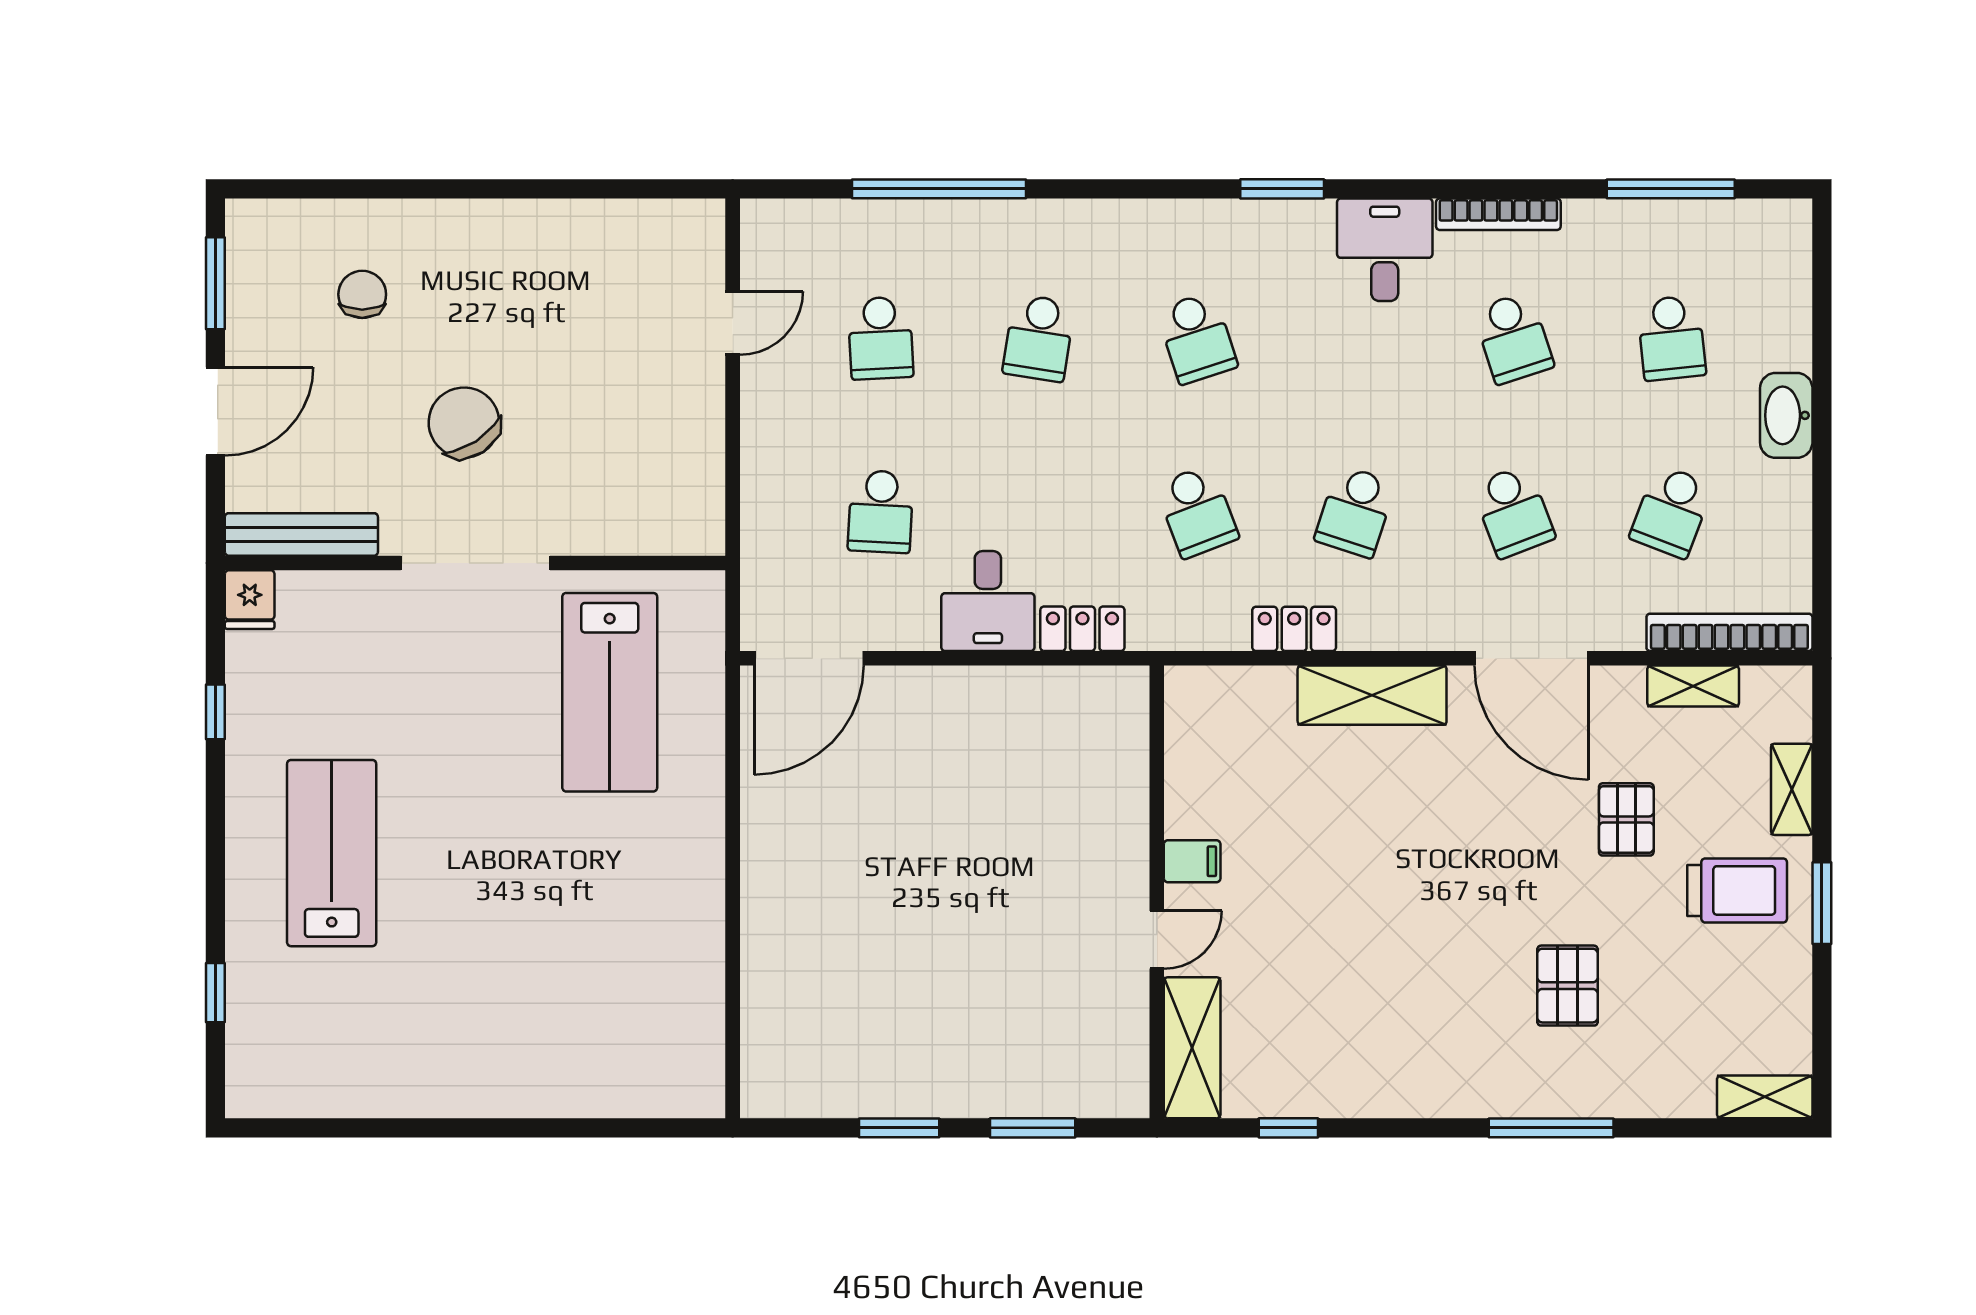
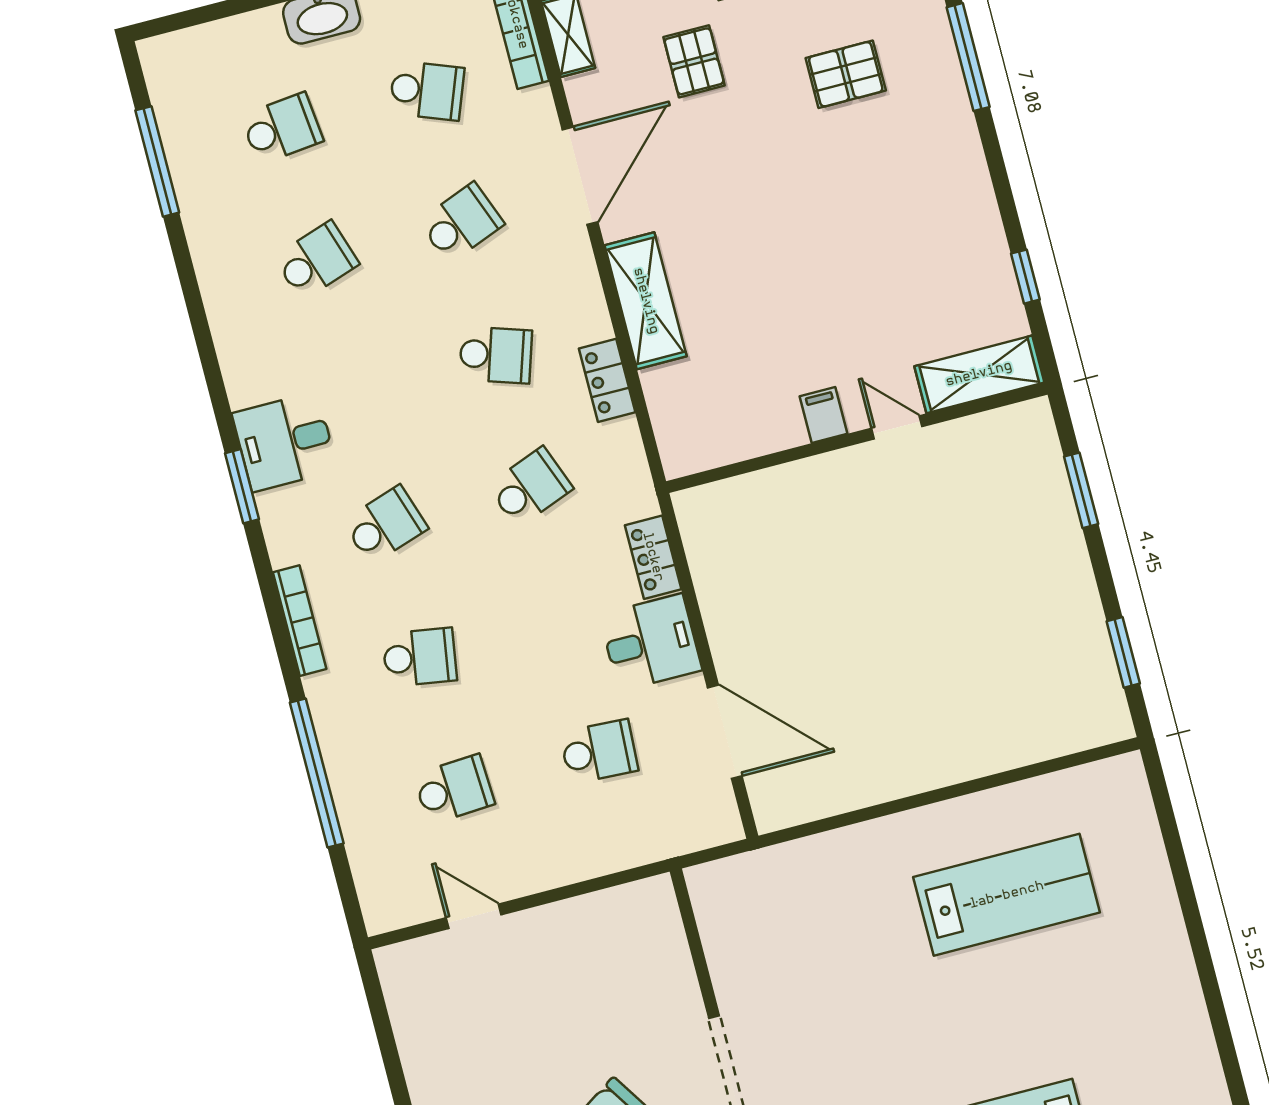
bookcase: (1498, 214) -> (300, 621), moved
desk: (1385, 250) -> (285, 442), moved
door: (809, 658) -> (725, 732), moved
lab bench: (610, 692) -> (1007, 895), moved
pallet: (1626, 819) -> (694, 61), turned 90
window: (899, 1128) -> (1123, 652), moved

